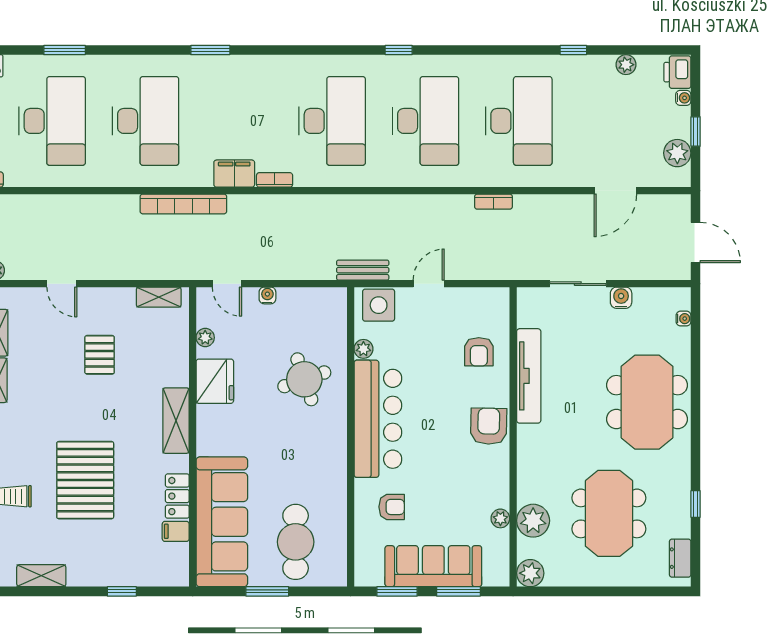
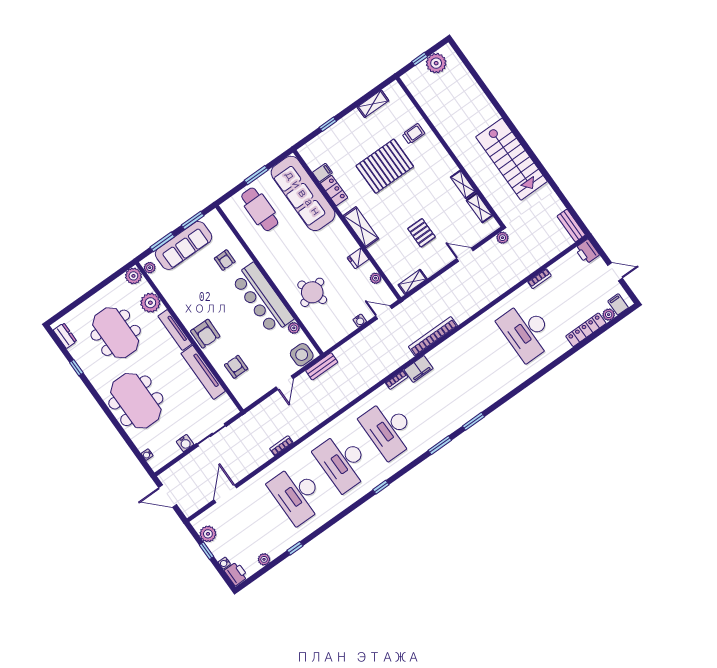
window: (65, 50) -> (440, 445), moved
desk: (145, 121) -> (481, 364), removed
fridge: (215, 381) -> (358, 258), width x0.53, depth x0.75
tv unit: (526, 460) -> (175, 330), added
pallet: (85, 480) -> (385, 166), turned 90
armchair: (392, 507) -> (225, 260), turned -90
plant: (500, 518) -> (150, 268), moved

